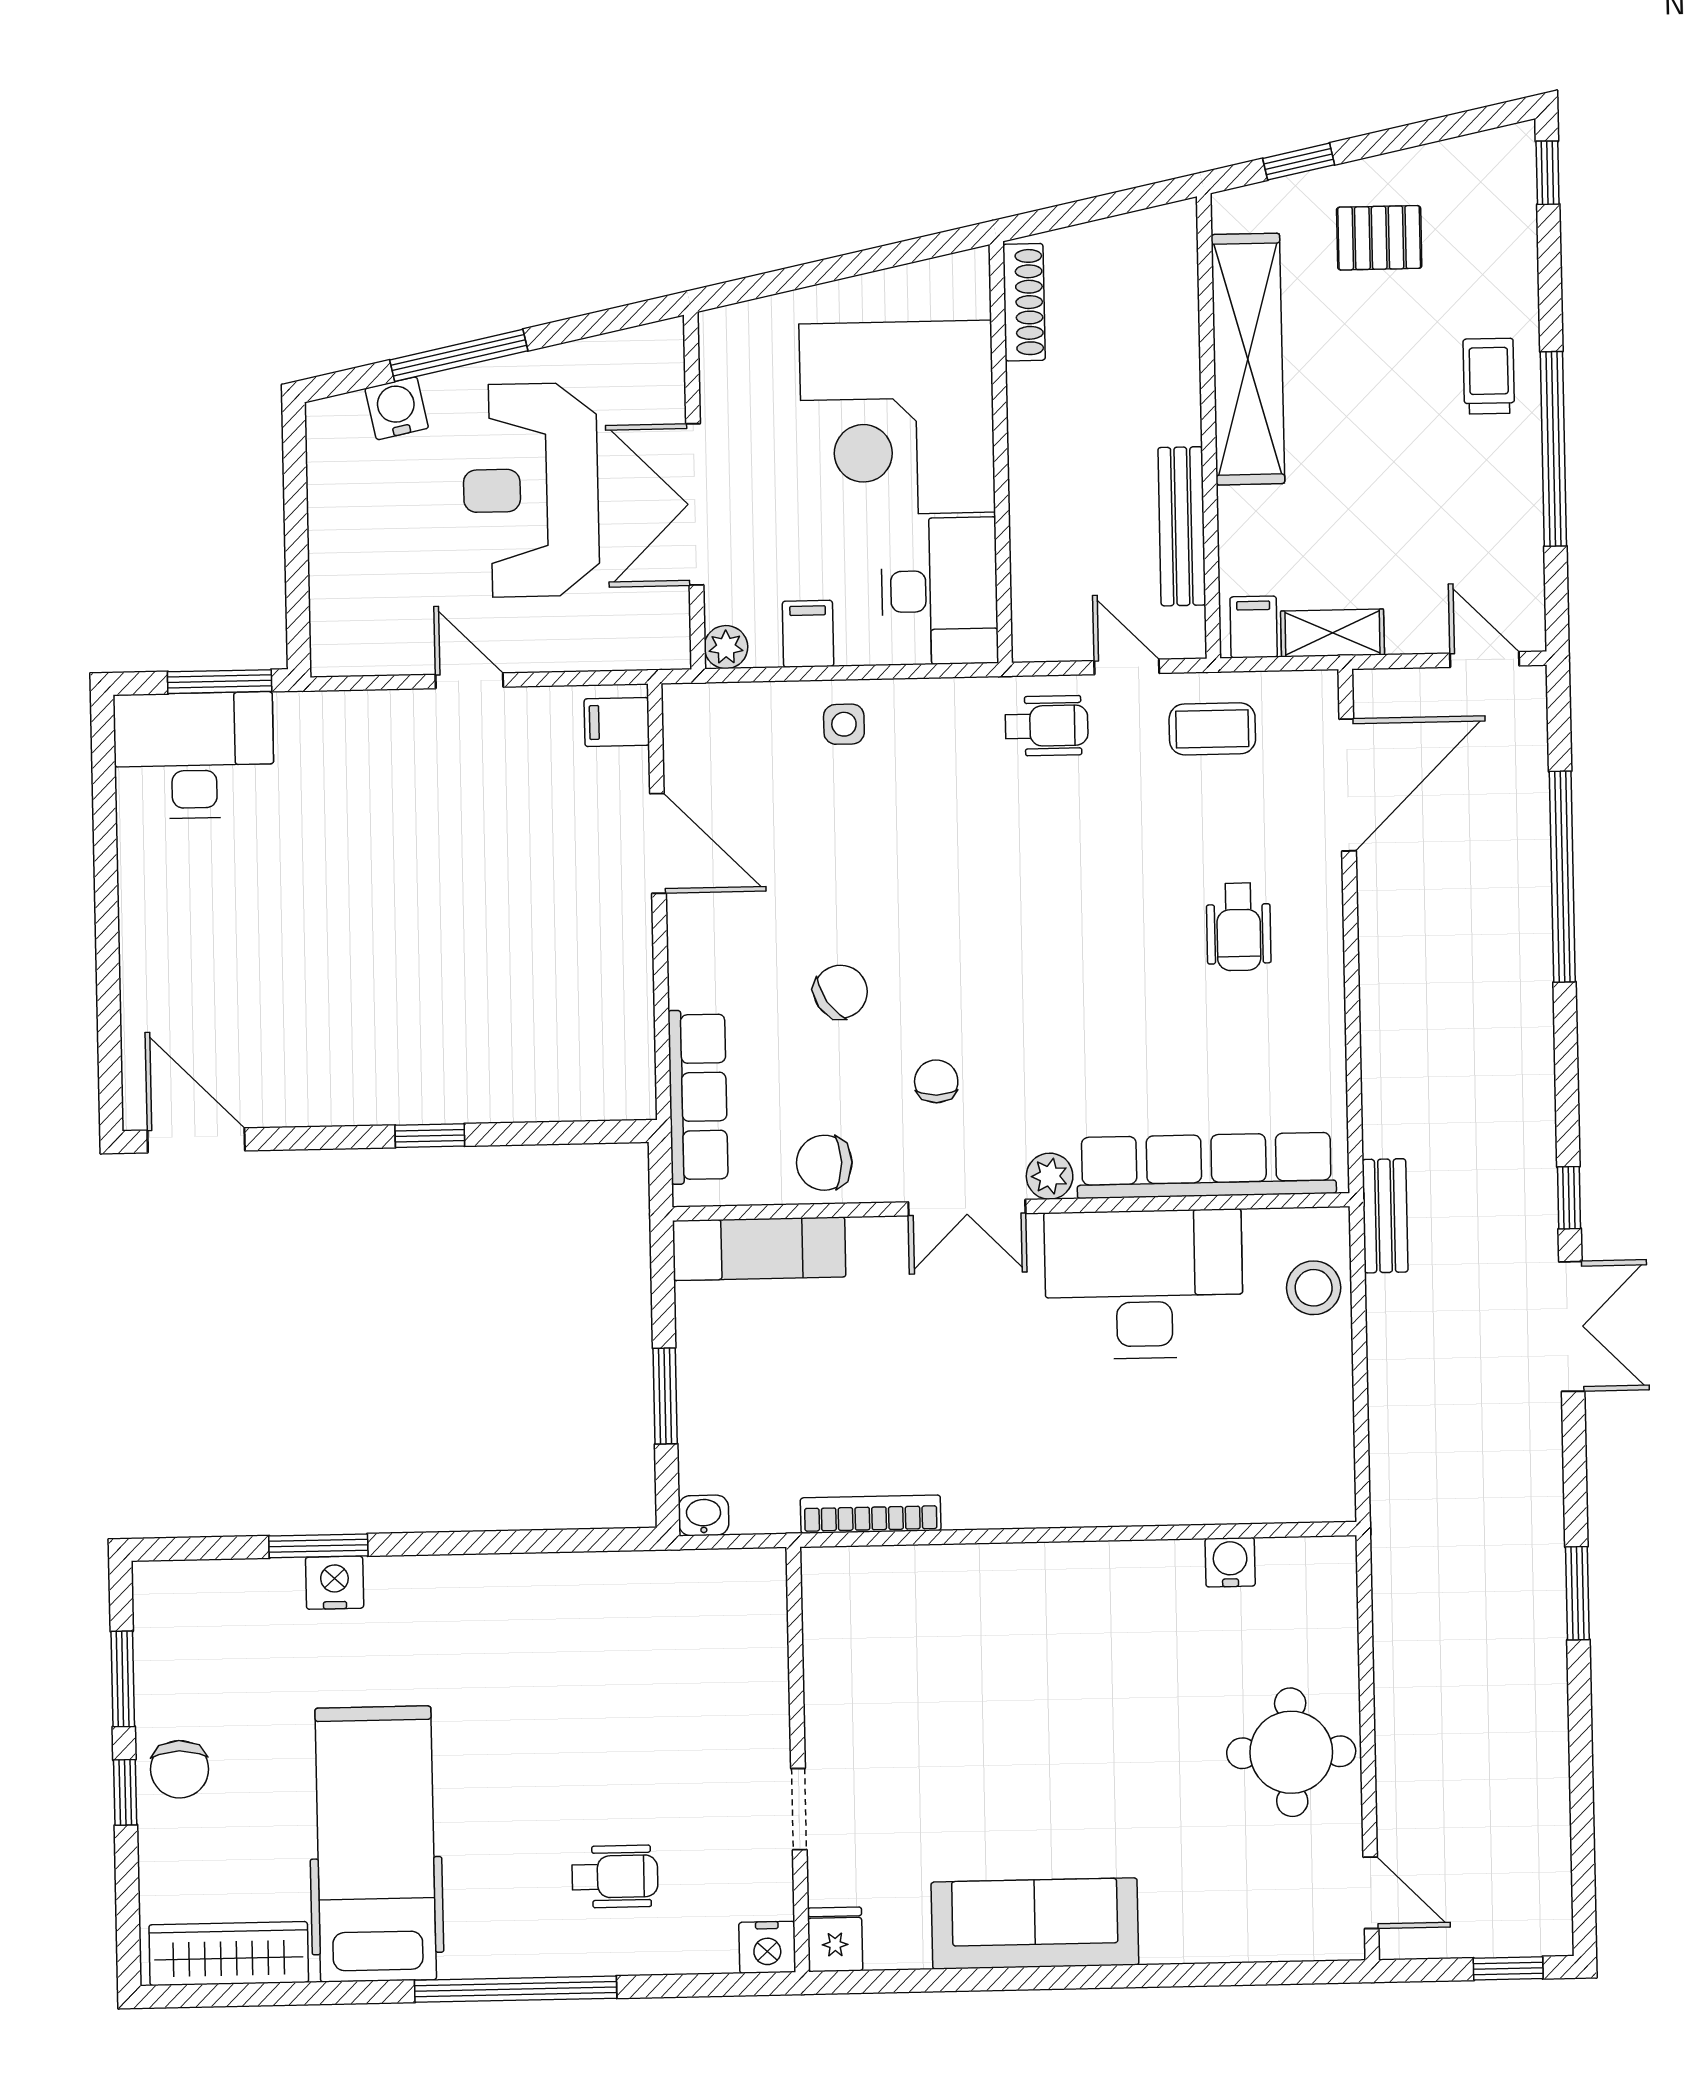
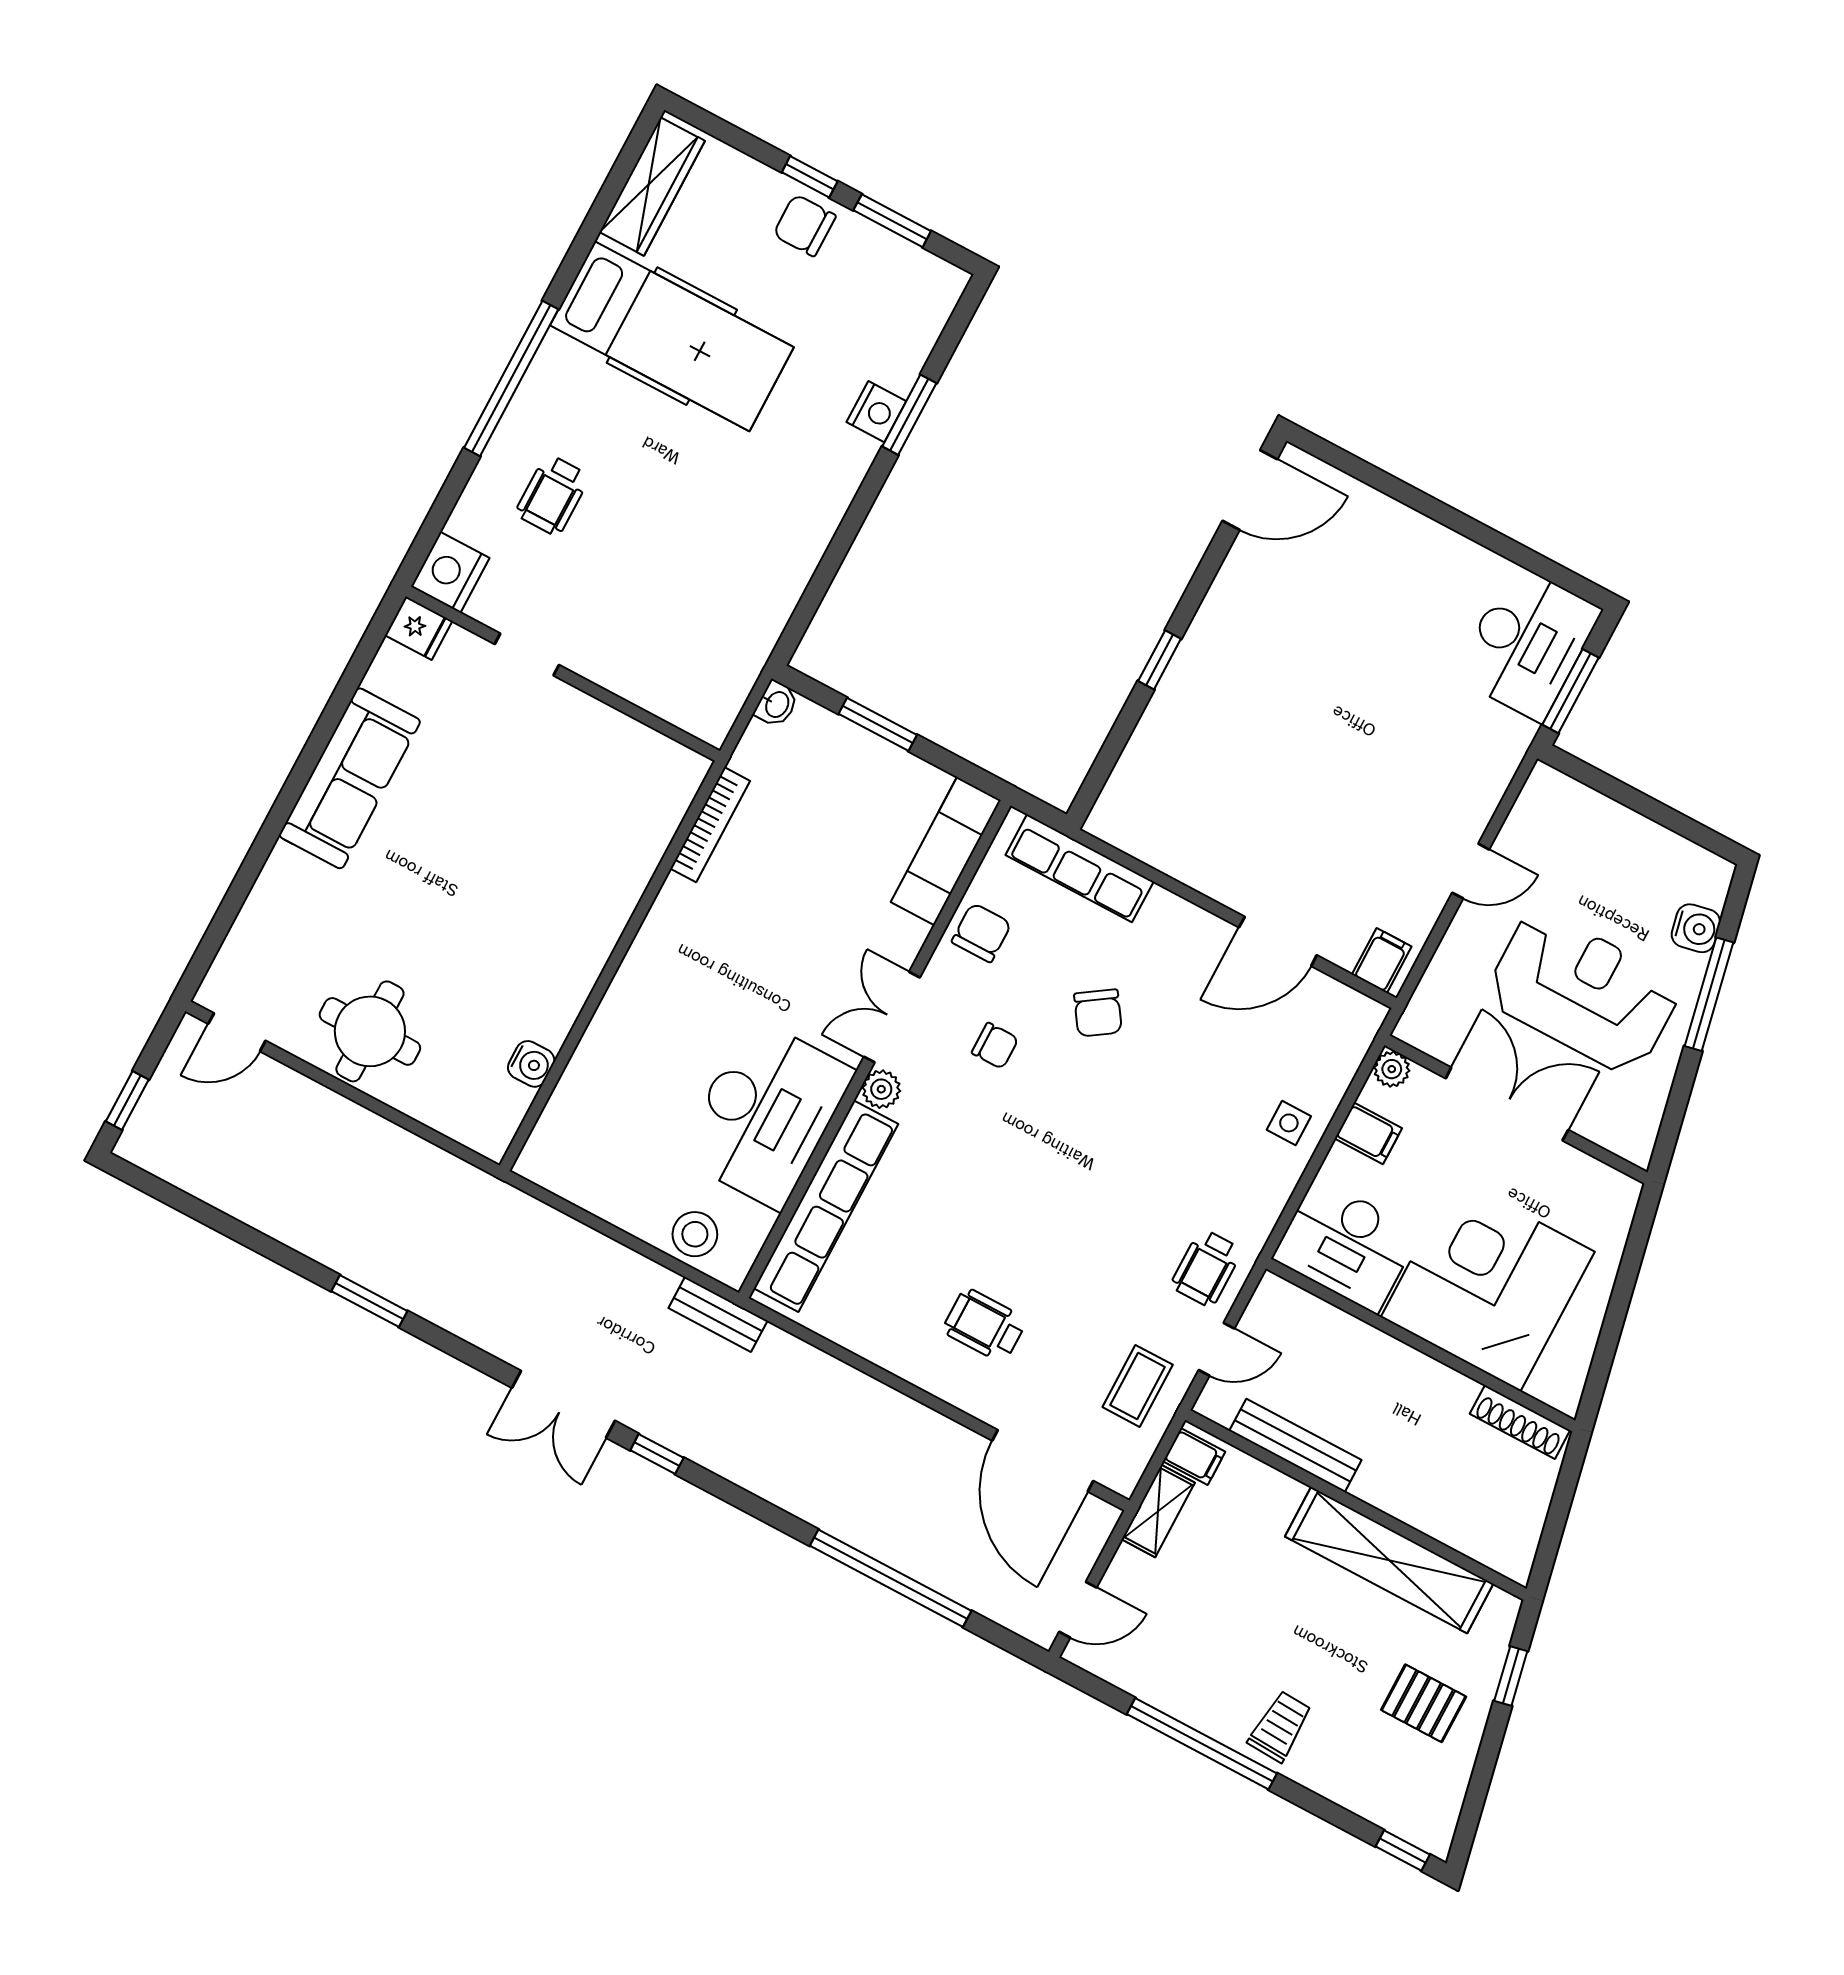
pallet: (1379, 238) -> (1424, 1703), turned 90
trolley: (1489, 376) -> (1280, 1727), turned -87
nightstand: (767, 1947) -> (450, 572), width x1.36, depth x1.33

